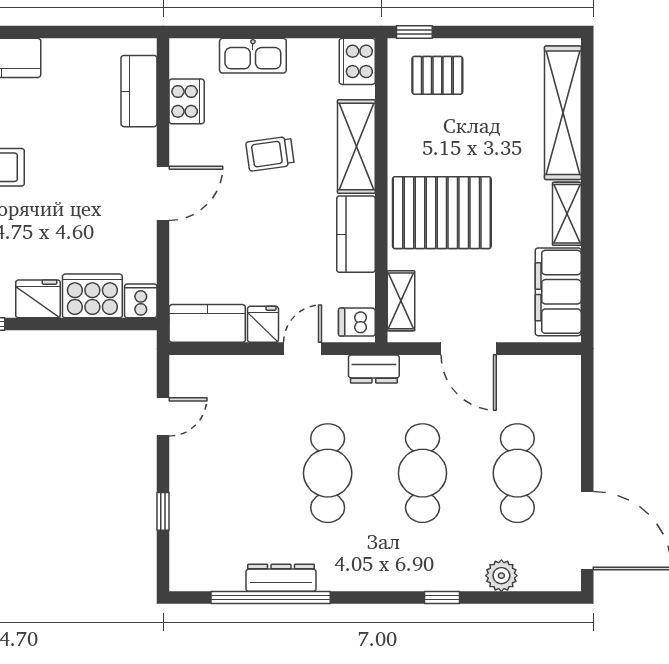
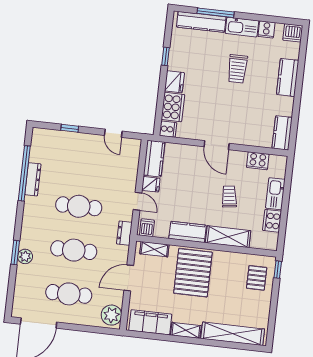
cooker: (357, 61) -> (272, 221), moved, turned -90
kitchen counter: (139, 91) -> (282, 133), moved, turned -90
plant: (552, 377) -> (111, 315), added
plant: (501, 576) -> (25, 256), moved
window: (442, 598) -> (15, 253), width x1.50

